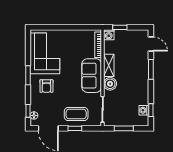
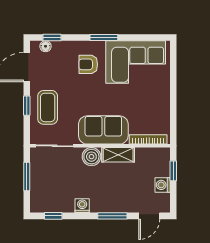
washing machine: (109, 35) -> (163, 185), moved
washing machine: (144, 110) -> (82, 206), moved

